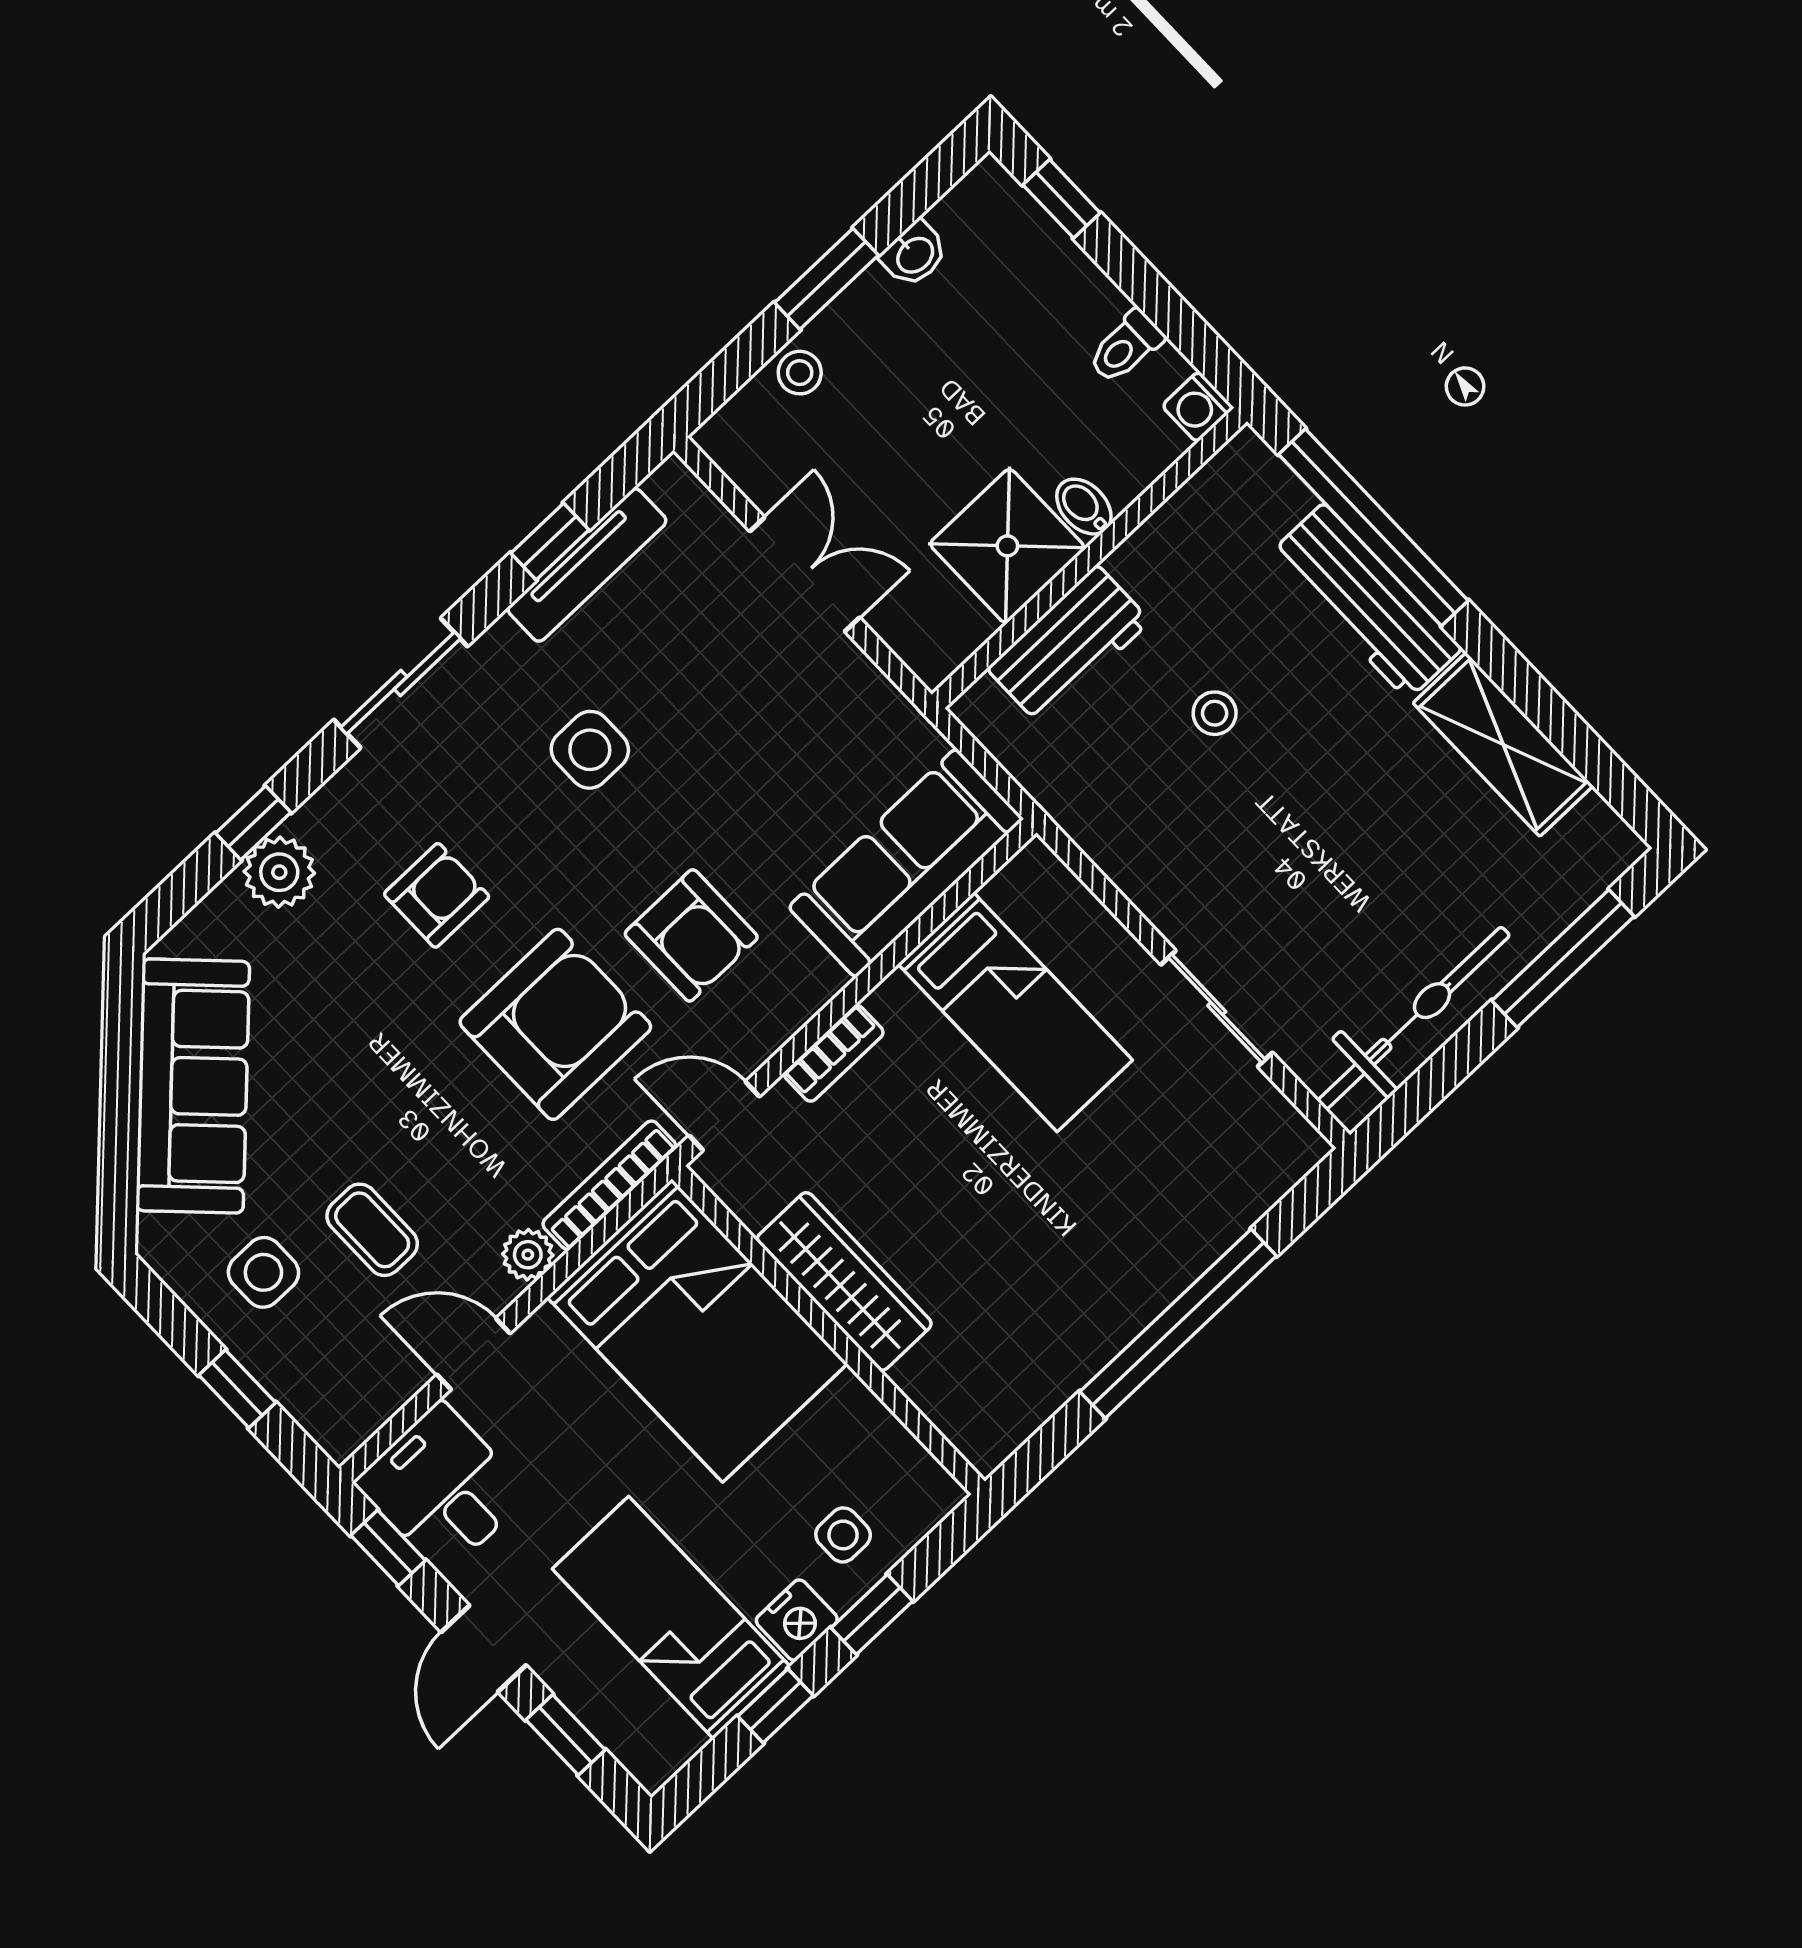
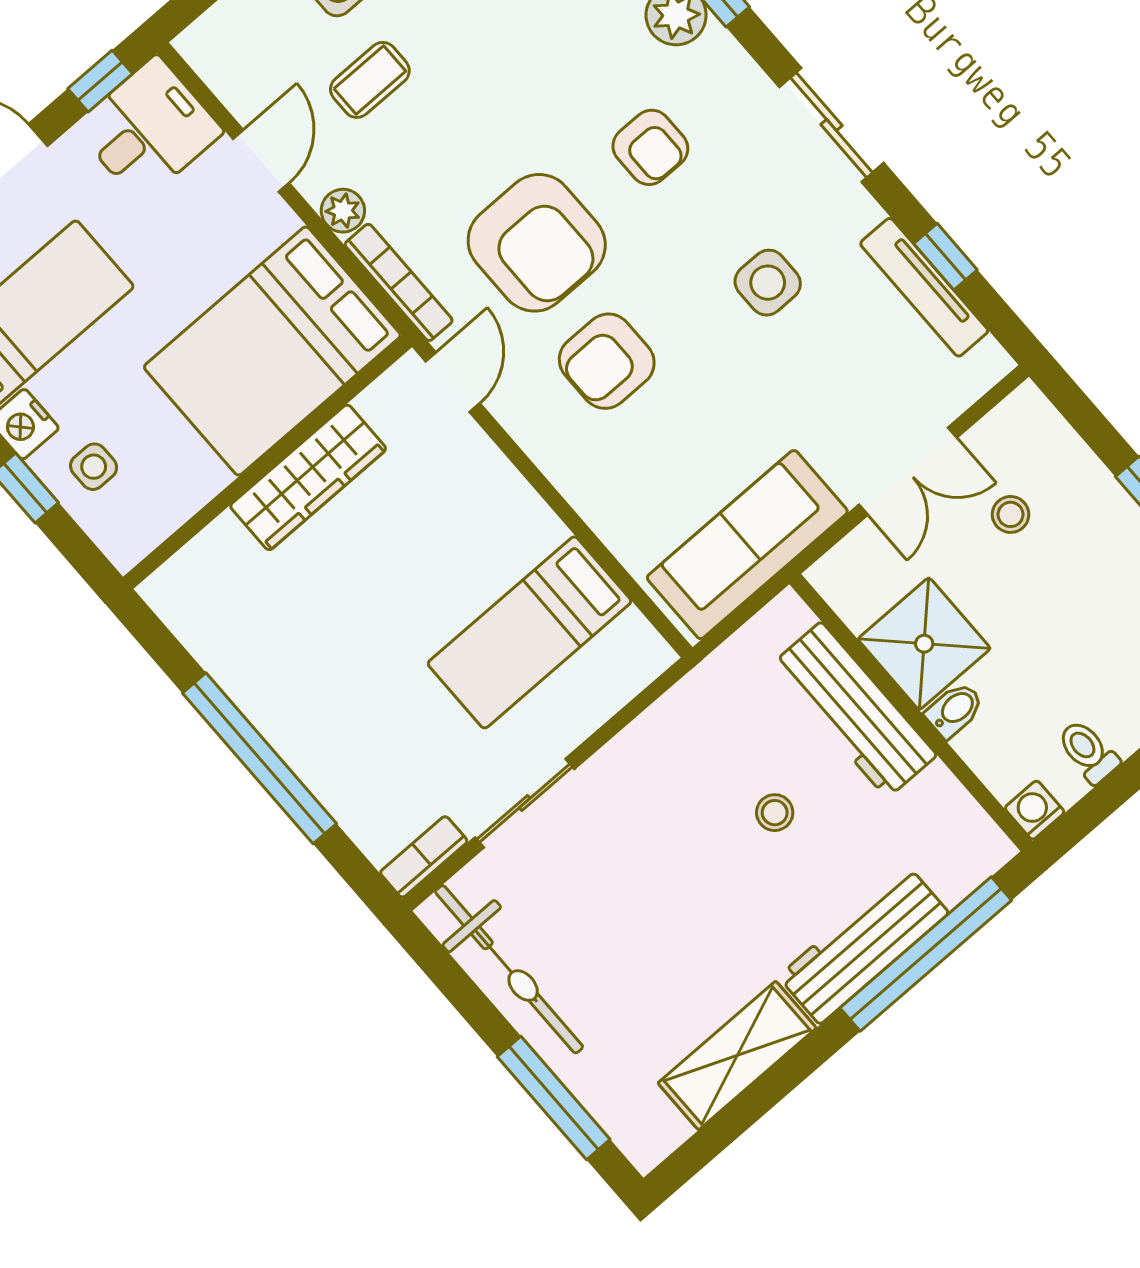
stool: (800, 373) -> (1011, 514), moved
workbench: (1069, 645) -> (854, 710), width x1.38
sofa: (906, 863) -> (747, 545), moved, turned -90
bookcase: (834, 1053) -> (424, 857), moved, turned 90

